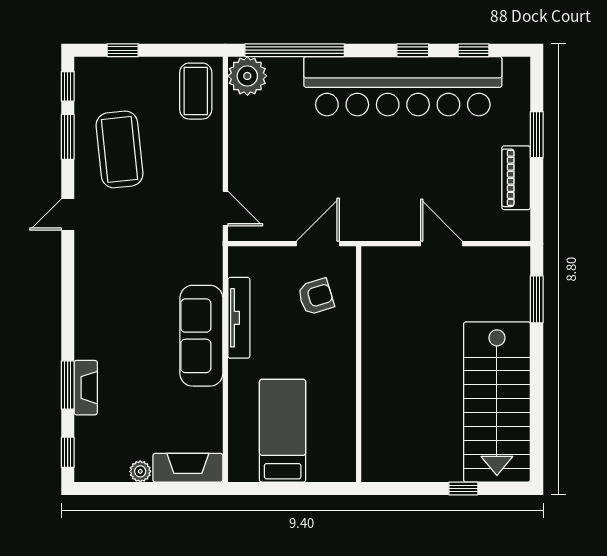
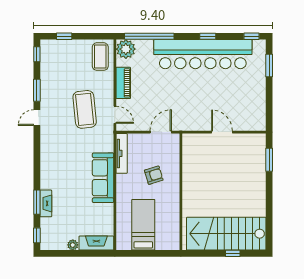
window: (473, 50) -> (252, 36), moved
window: (537, 135) -> (269, 65), moved
window: (68, 137) -> (37, 90), moved
coffee table: (120, 149) -> (85, 109), moved
piano: (516, 178) -> (123, 83), moved, turned 180
armchair: (316, 297) -> (154, 175), moved
tv unit: (239, 318) -> (122, 153), moved
stairs: (497, 402) -> (226, 234), moved, turned 90

